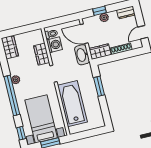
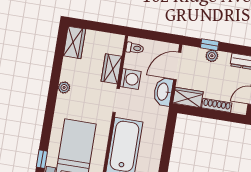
door: (84, 34) -> (177, 66), hinge flipped
washing machine: (54, 45) -> (131, 79), moved
window: (99, 86) -> (168, 141), removed
window: (12, 95) -> (51, 106), removed

